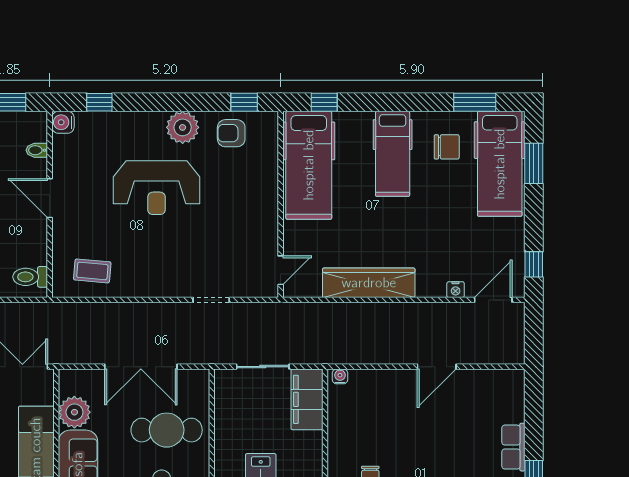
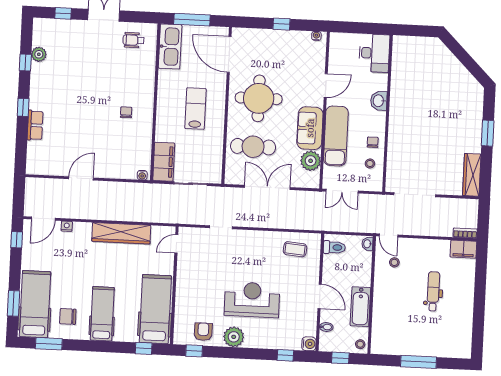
armchair: (231, 133) -> (203, 332), turned -90

